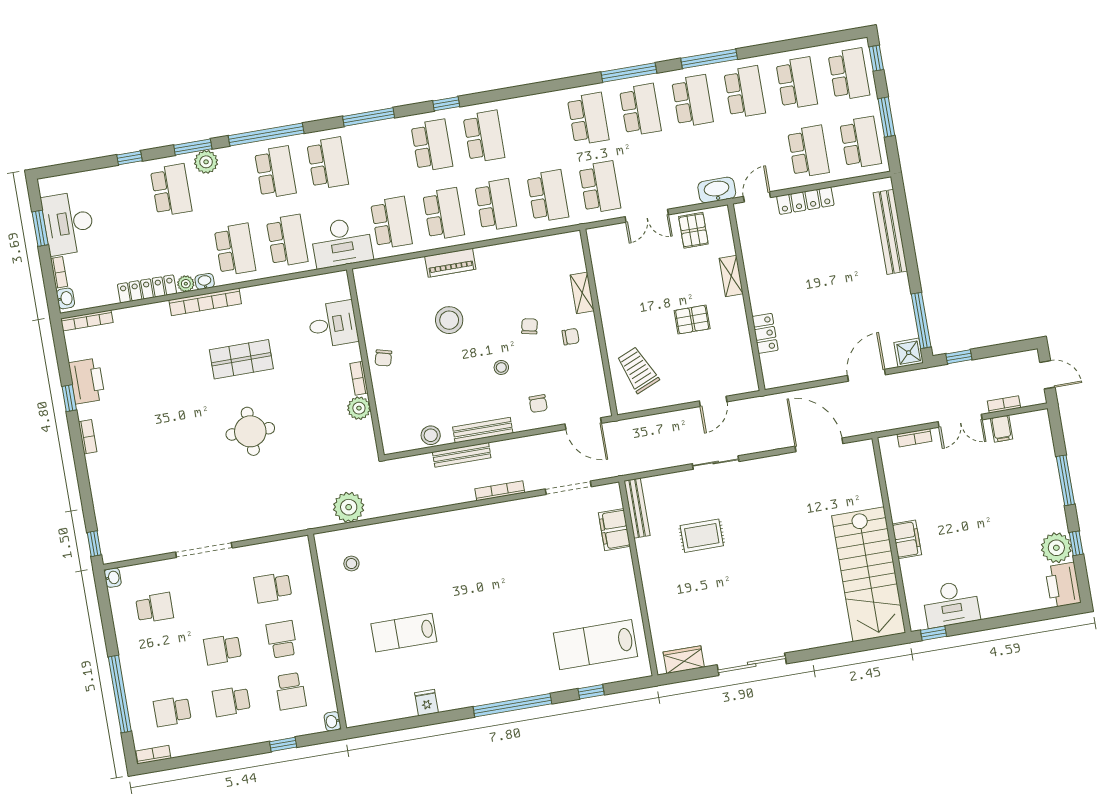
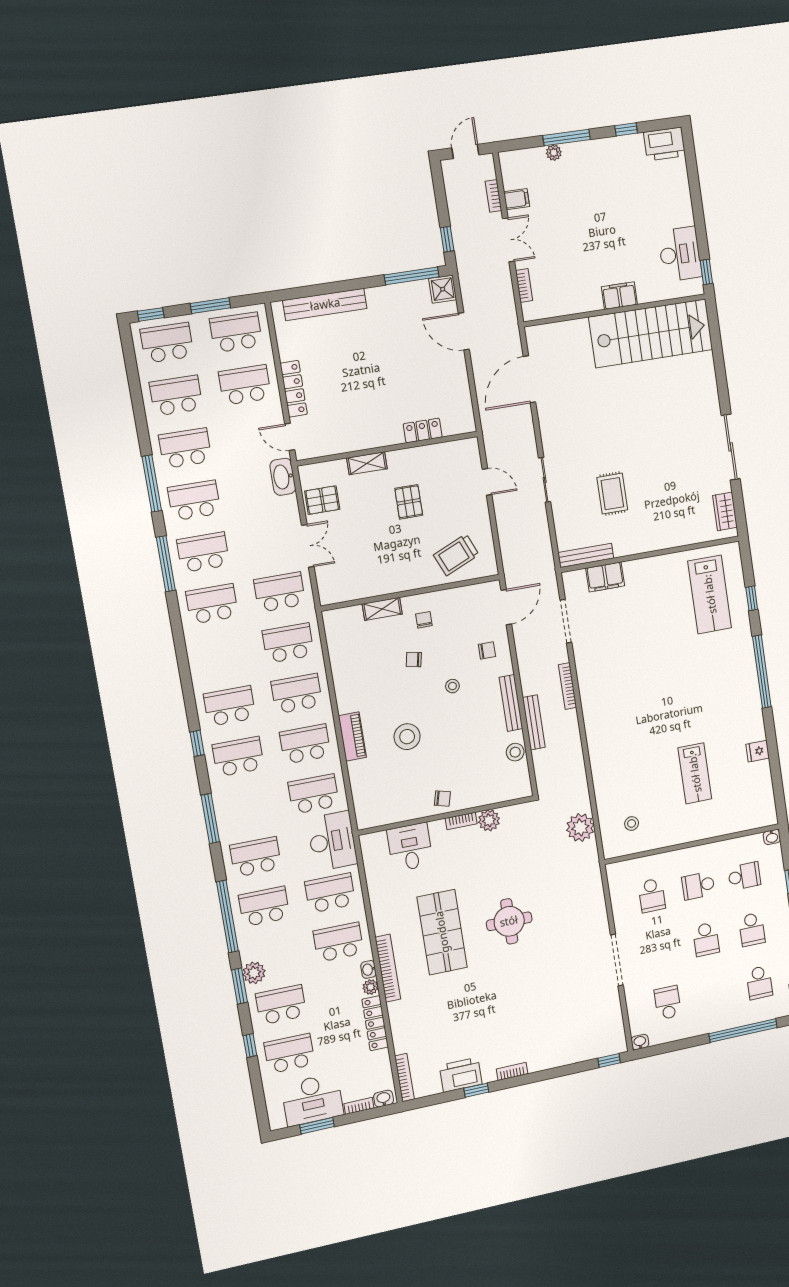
school desk: (119, 199) -> (289, 1053), added
shop shelf: (241, 359) -> (442, 932), width x1.43, depth x1.36
plant: (1056, 548) -> (554, 153), moved, width x0.53, depth x0.53

